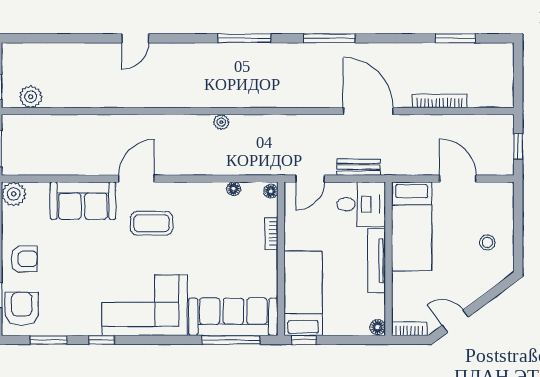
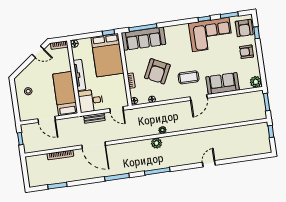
plant: (31, 97) -> (156, 143), moved
door: (310, 179) -> (117, 109), swing flipped
armchair: (214, 245) -> (157, 71), added
bed: (303, 293) -> (107, 55), width x1.50
corner sofa: (145, 305) -> (211, 35), moved

